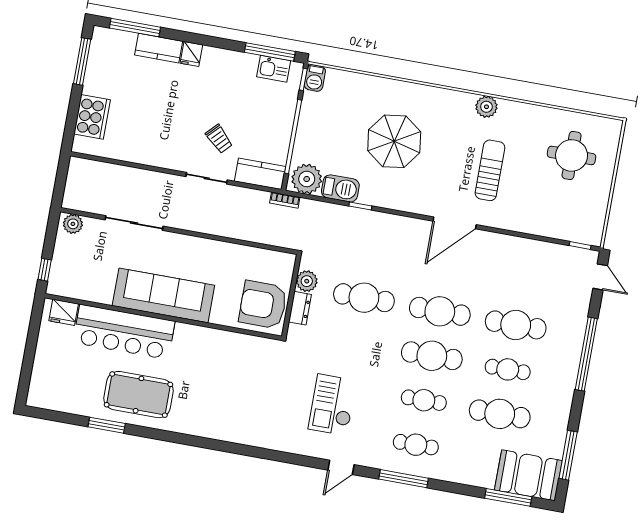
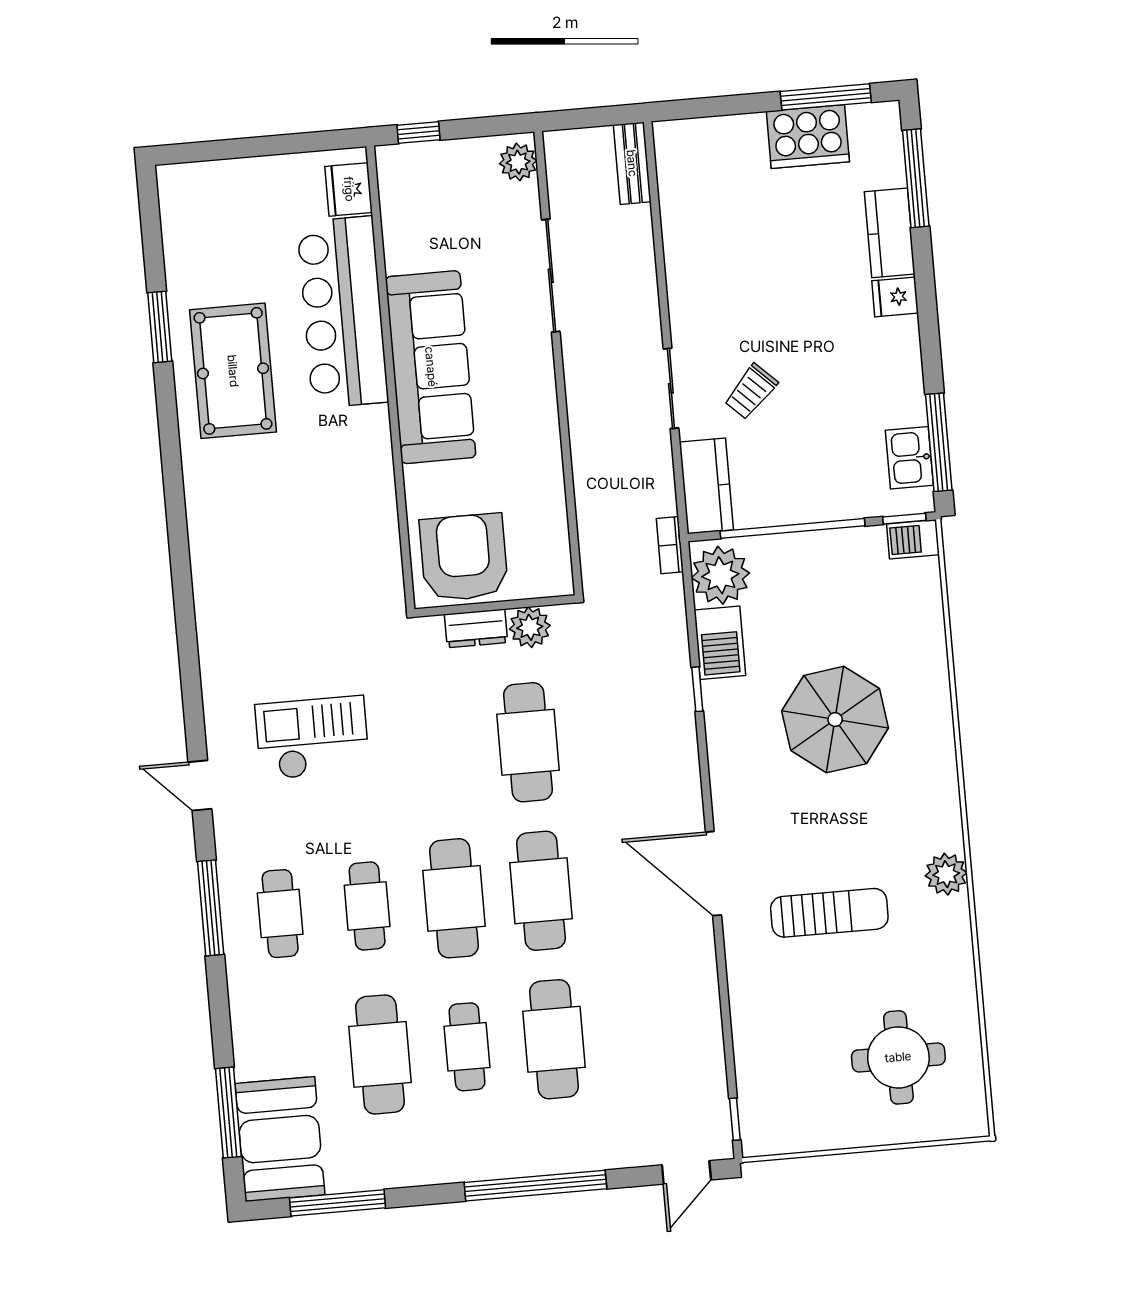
cooker: (92, 117) -> (808, 137), moved
bench: (89, 167) -> (632, 163), added

